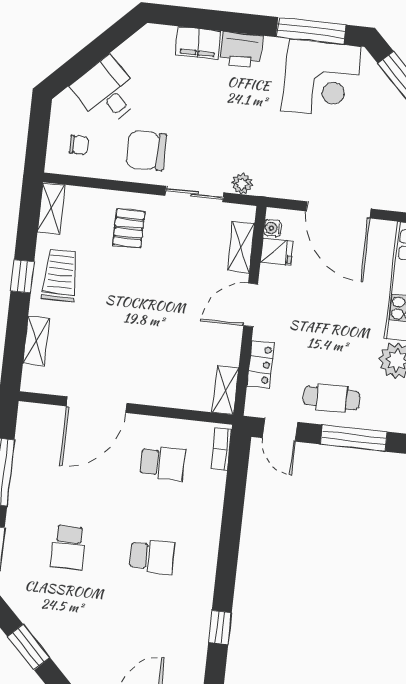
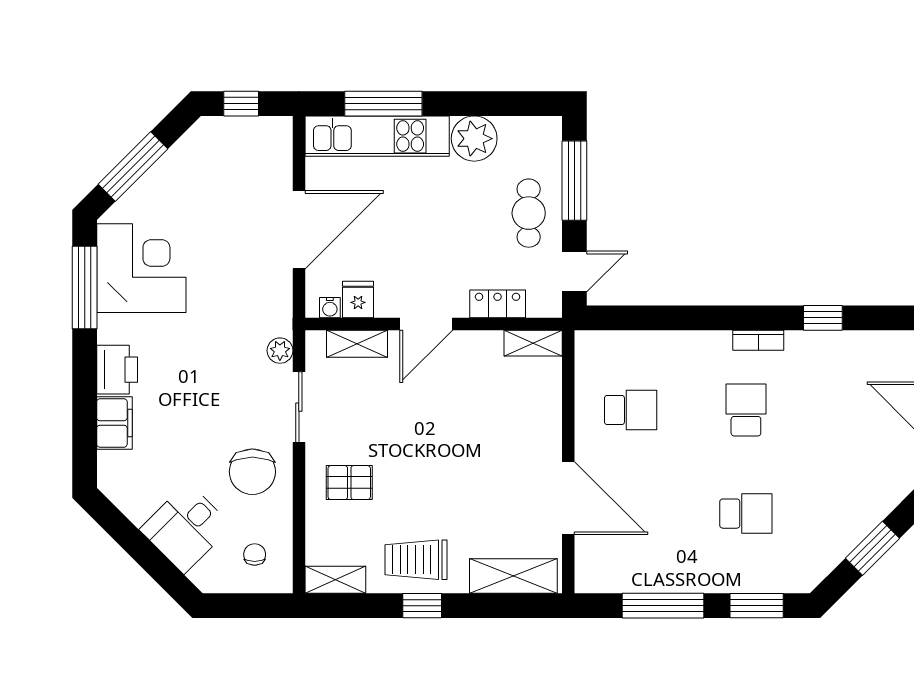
door: (251, 305) -> (426, 324), hinge flipped
shelving: (36, 341) -> (513, 576), width x1.50, depth x1.33
bookcase: (221, 449) -> (758, 340), moved
school desk: (162, 463) -> (631, 410), turned 90

